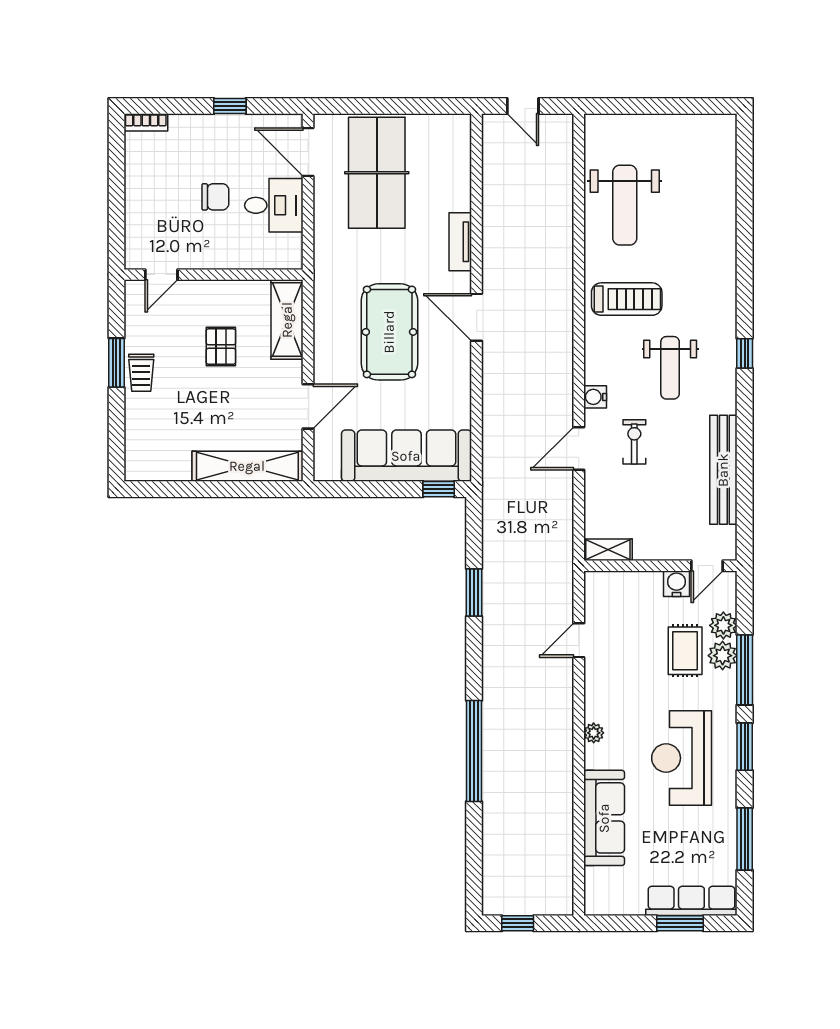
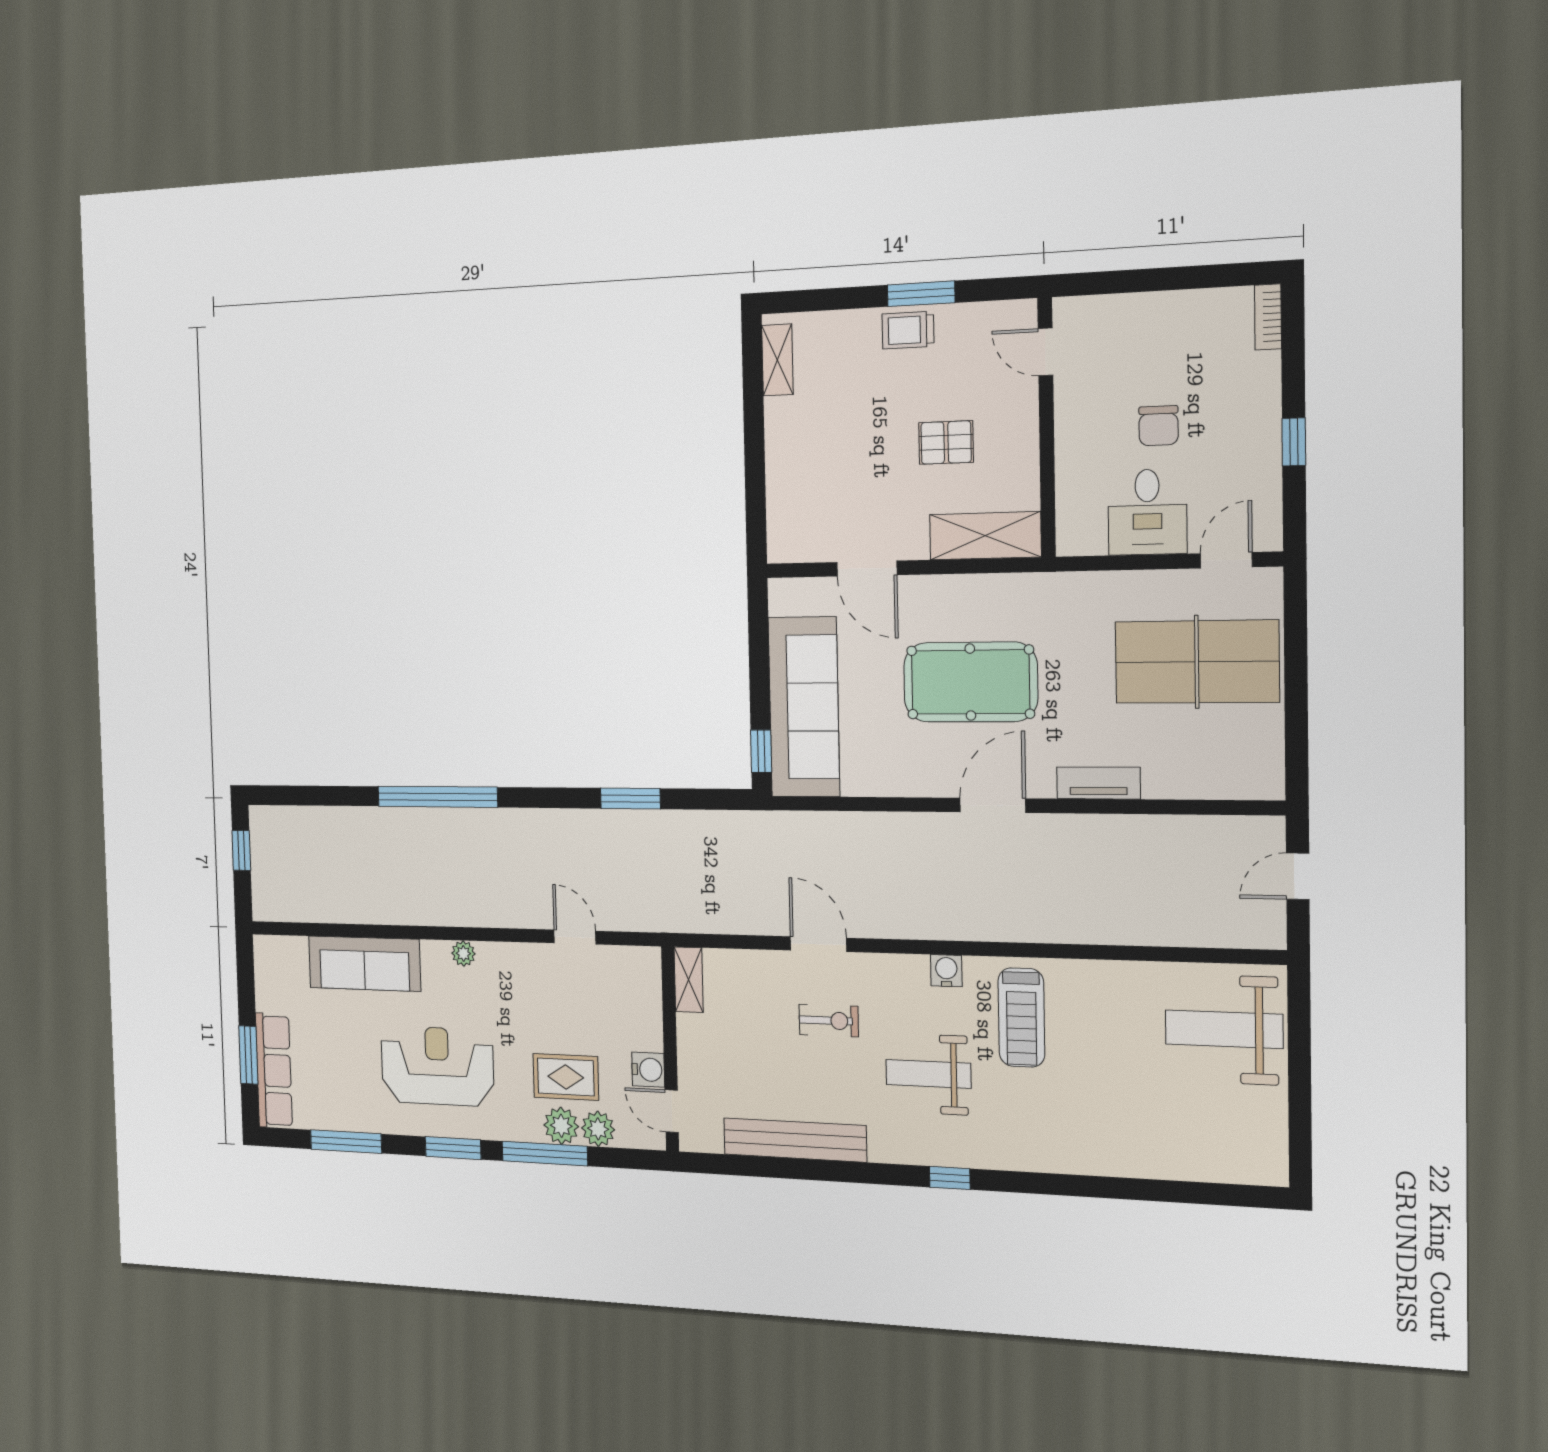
door: (308, 152) -> (1226, 560), width x0.73
weight bench: (625, 205) -> (1224, 1029), moved
water cooler: (595, 397) -> (946, 971), moved
shelving: (247, 466) -> (777, 360), moved, width x0.45, depth x0.75

